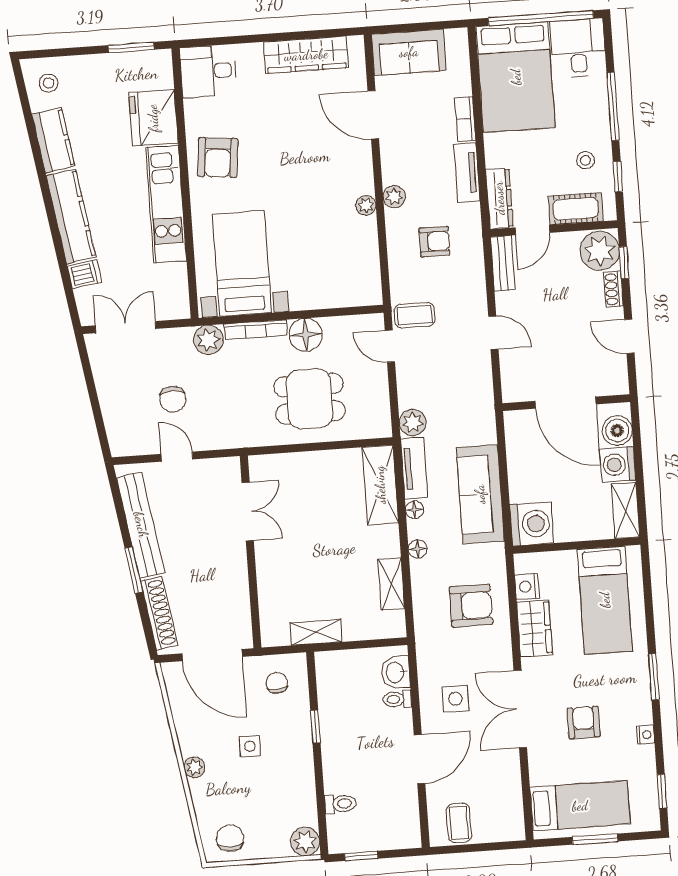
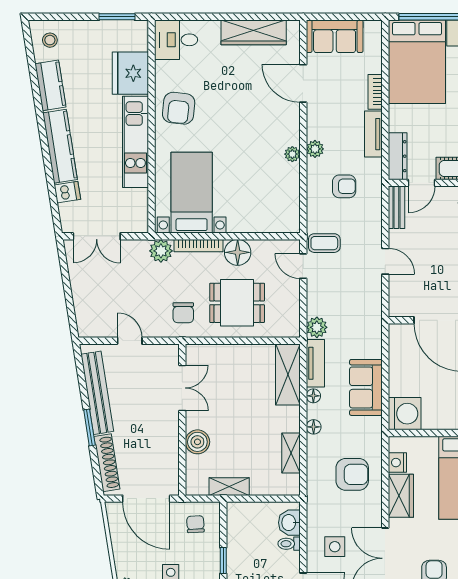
double door: (126, 327) -> (97, 236), swing flipped
chair: (173, 399) -> (183, 313), moved
sofa: (480, 494) -> (366, 387), width x0.73
boiler: (272, 578) -> (197, 442), added

